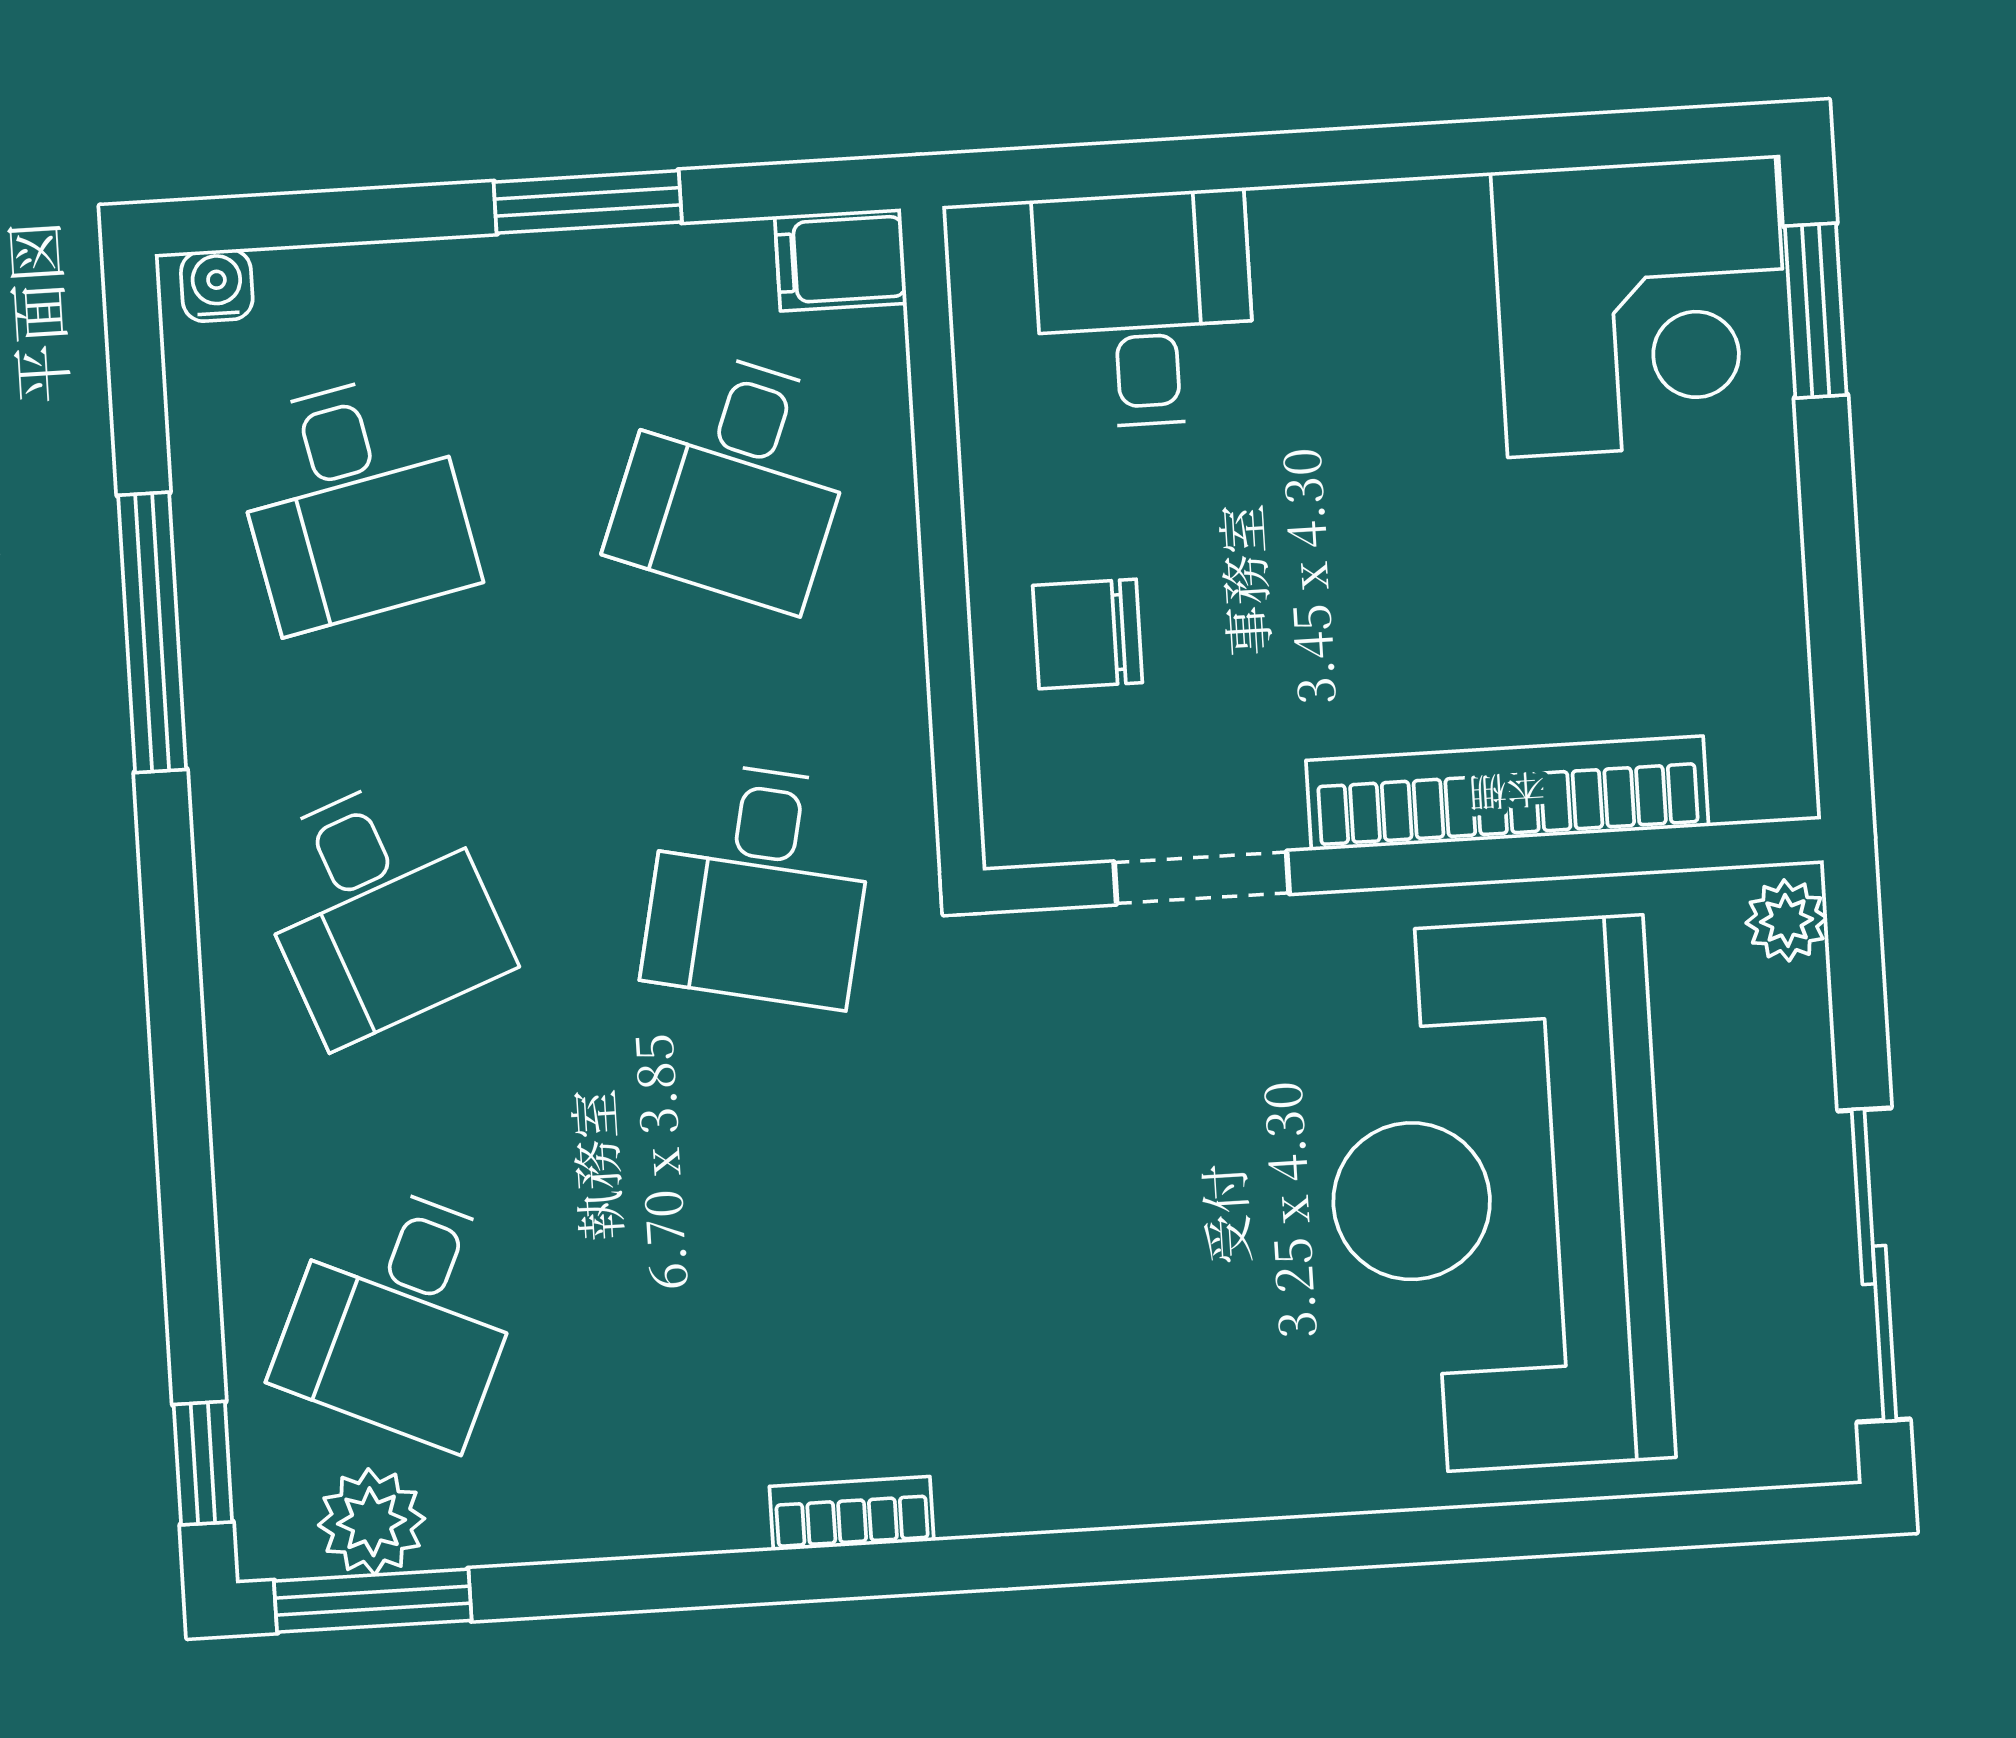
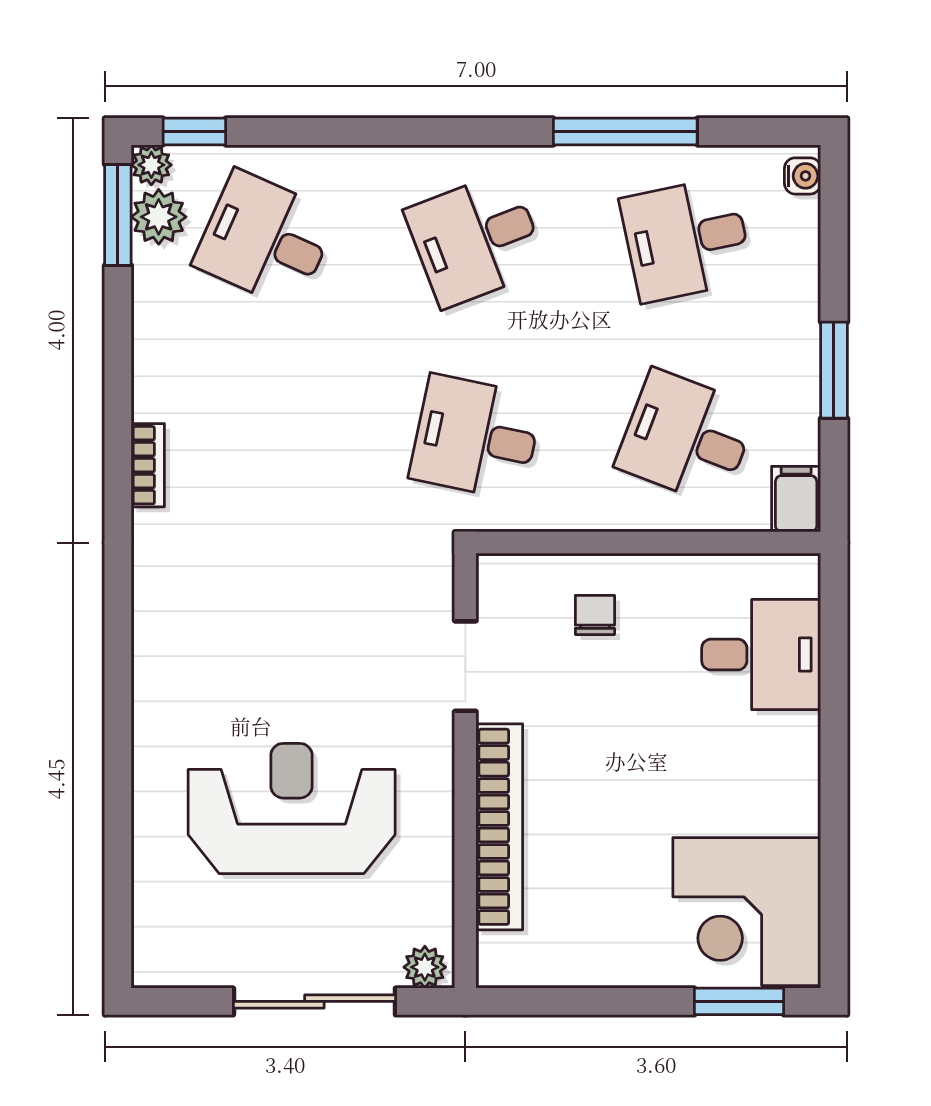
chair: (1088, 634) -> (595, 615), width x0.73, depth x0.73
reception desk: (1496, 1196) -> (292, 808), width x0.74, depth x0.77
sliding door: (1874, 1265) -> (314, 1001), moved
plant: (272, 1542) -> (151, 165), added

